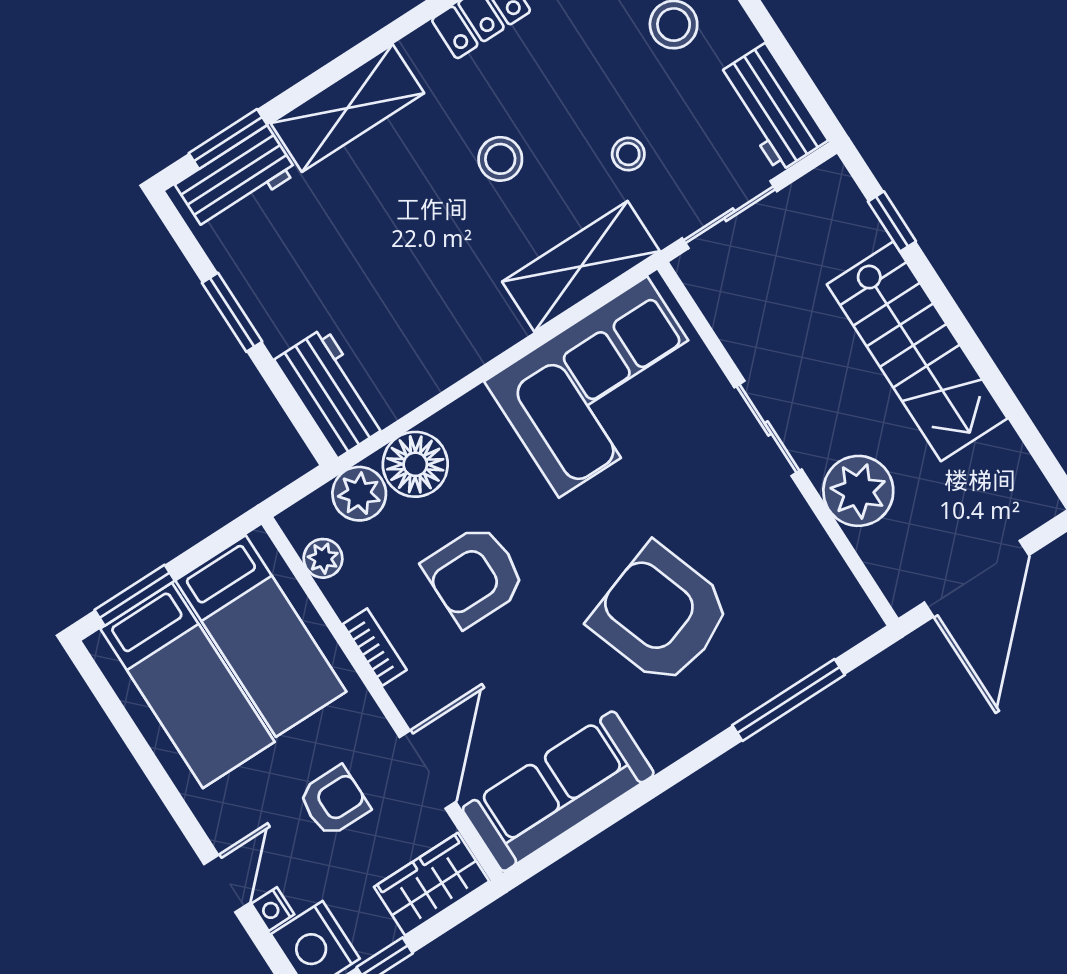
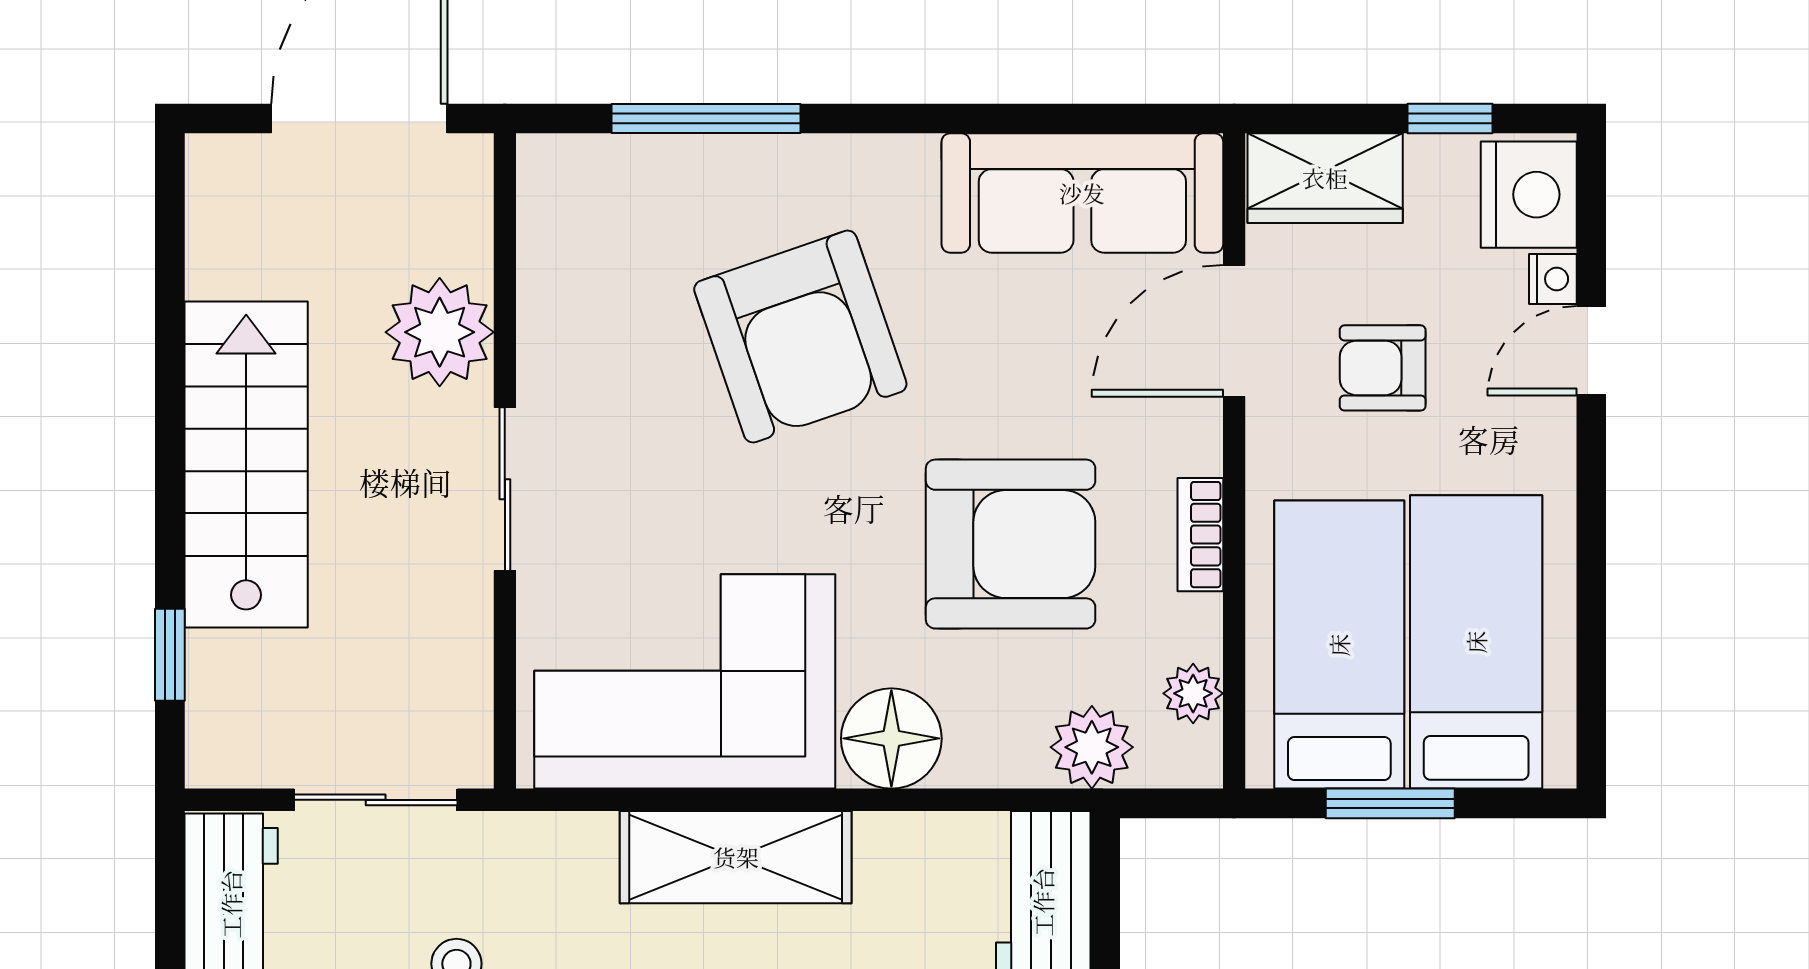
shelving: (581, 266) -> (736, 857), moved
floor lamp: (415, 464) -> (891, 738), moved
armchair: (474, 576) -> (1011, 544), width x1.36, depth x1.36
window: (135, 595) -> (1390, 803), moved

